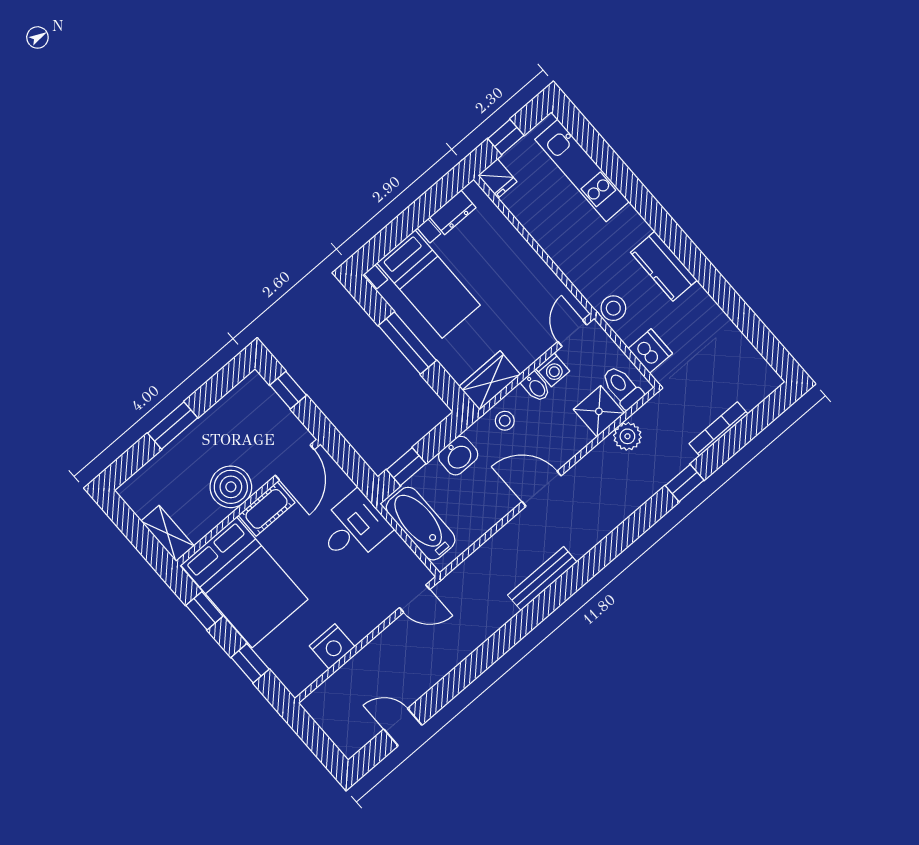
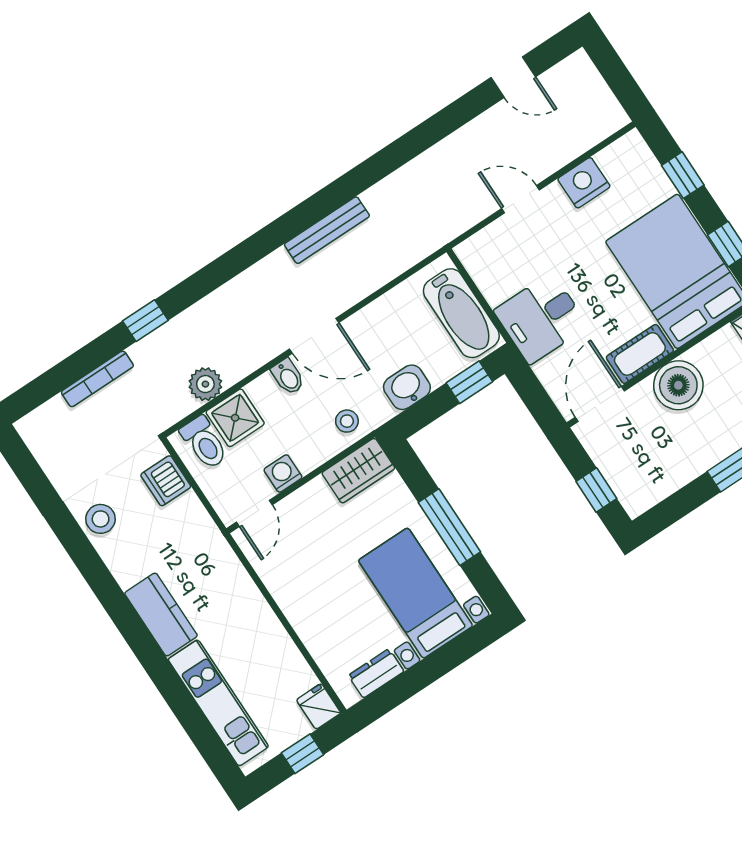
kitchen counter: (664, 266) -> (161, 614), moved
stool: (613, 308) -> (101, 519), moved
bidet: (536, 387) -> (288, 377), moved, turned 180
door: (415, 599) -> (520, 199), moved

